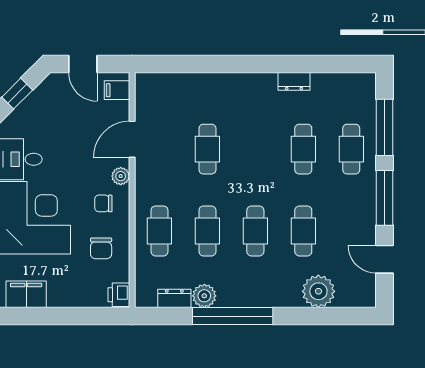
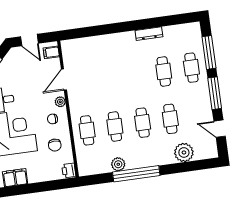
dresser: (294, 81) -> (149, 34), width x1.44
cafe table: (207, 149) -> (108, 79), removed
dresser: (174, 298) -> (101, 168), removed

